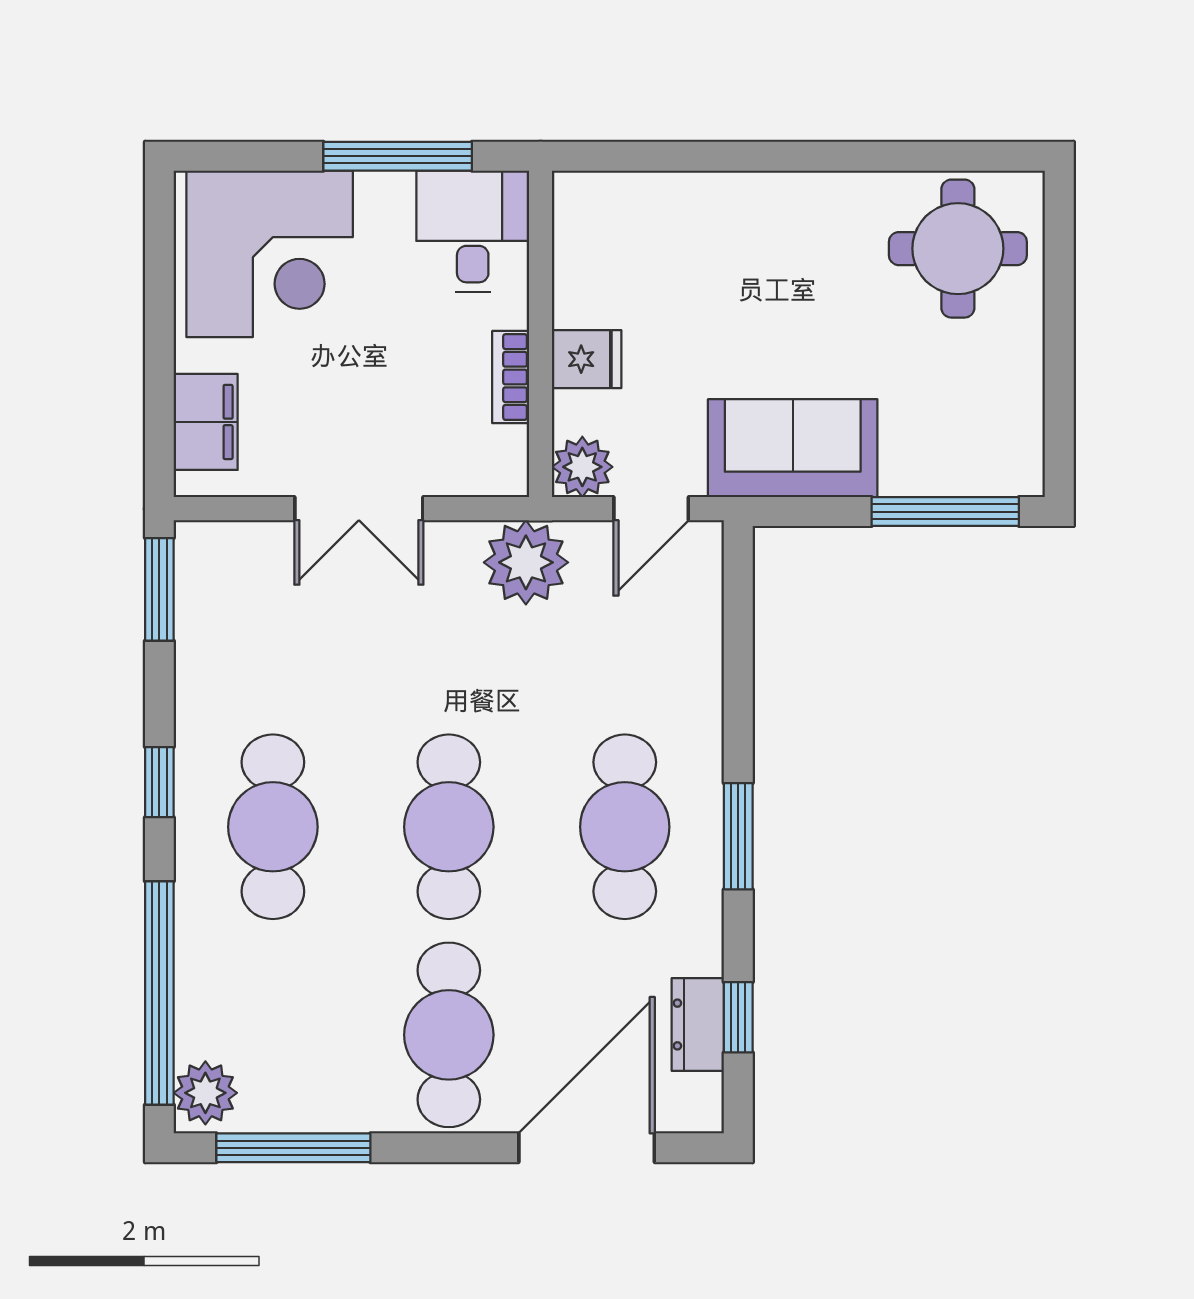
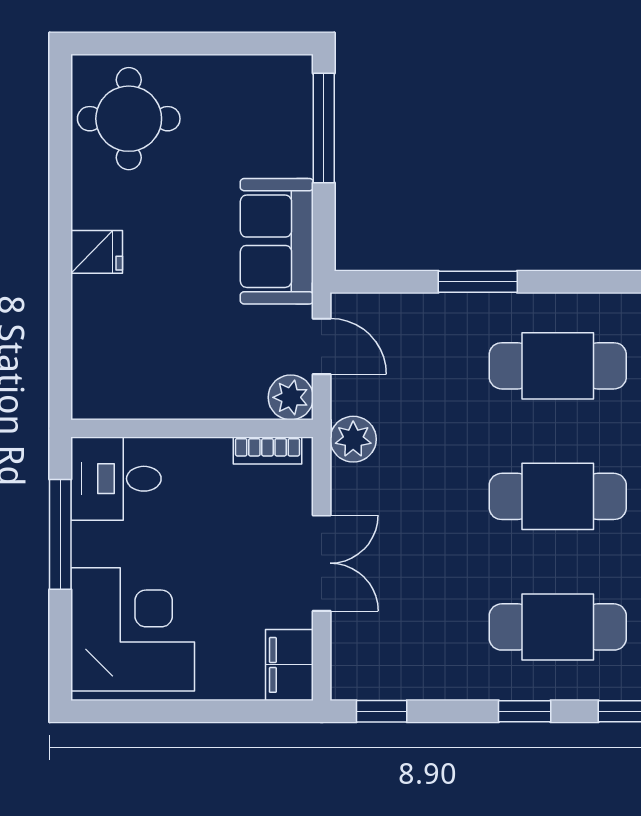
fridge: (587, 359) -> (97, 252), moved, turned 90
bookcase: (511, 377) -> (267, 451), moved
filing cabinet: (206, 422) -> (289, 665), moved, turned -90
plant: (526, 562) -> (353, 439), width x0.73, depth x0.73
window: (159, 589) -> (382, 711), width x0.67
window: (738, 836) -> (478, 282), moved

